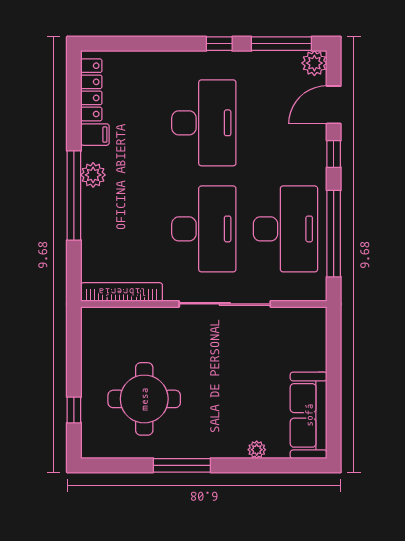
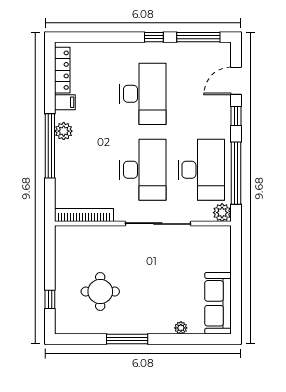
plant: (314, 63) -> (222, 213), moved
round table: (144, 399) -> (100, 292), width x0.73, depth x0.73

